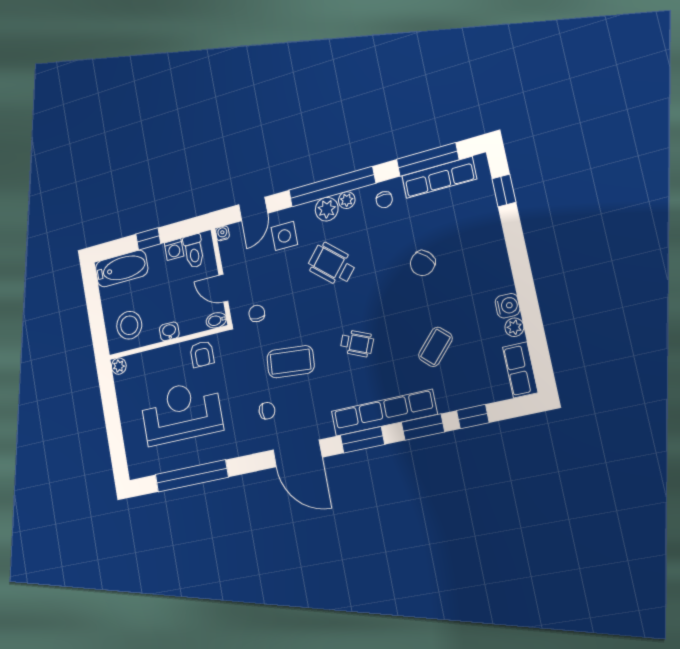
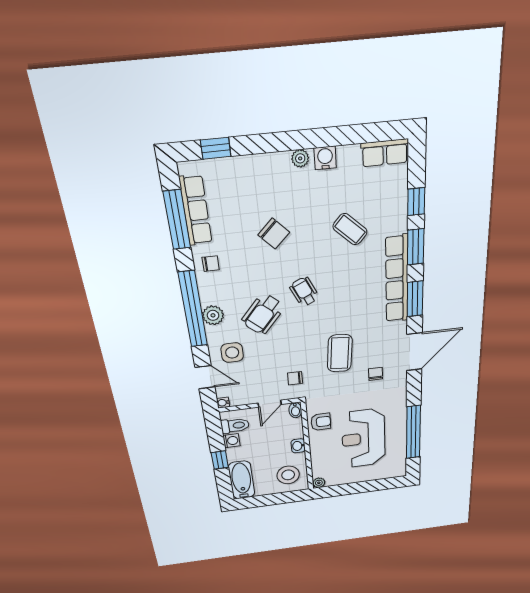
plant: (347, 200) -> (207, 297), removed
plant: (514, 327) -> (300, 158), moved
wheelchair: (357, 343) -> (304, 292), moved, turned -48

